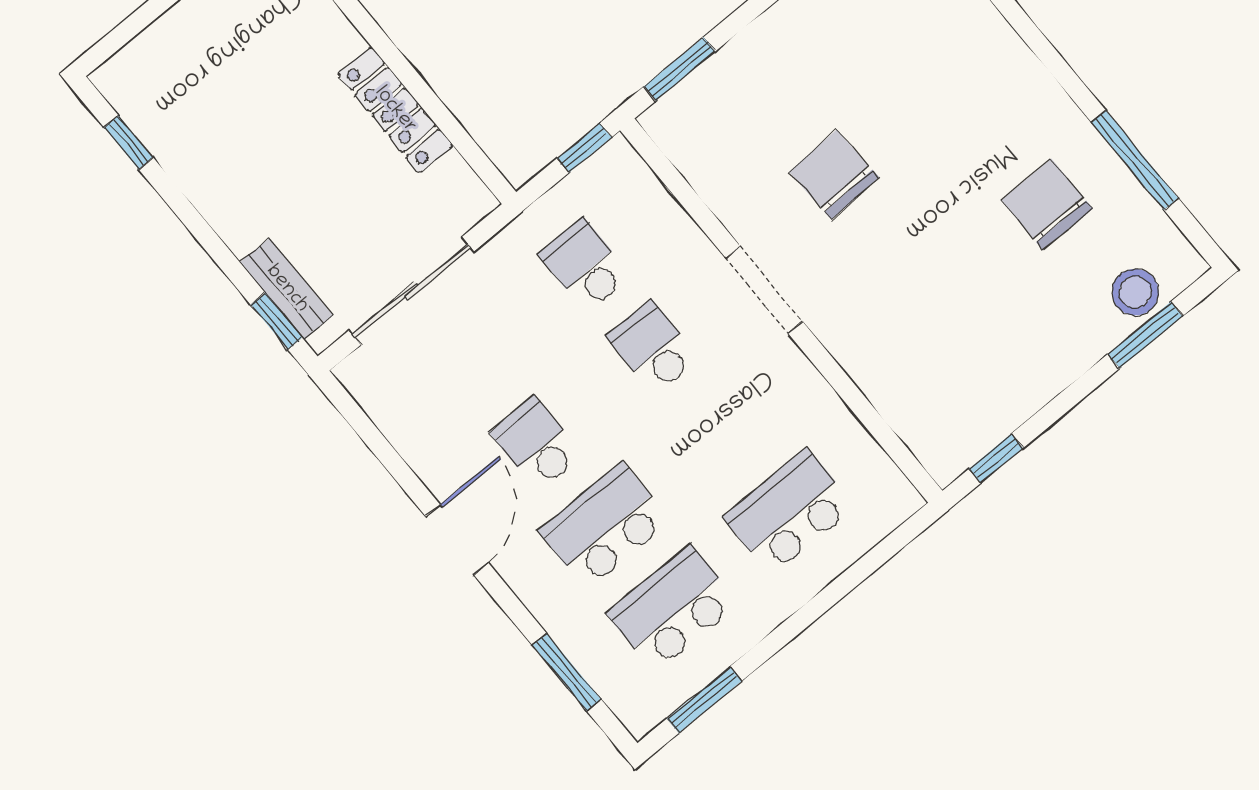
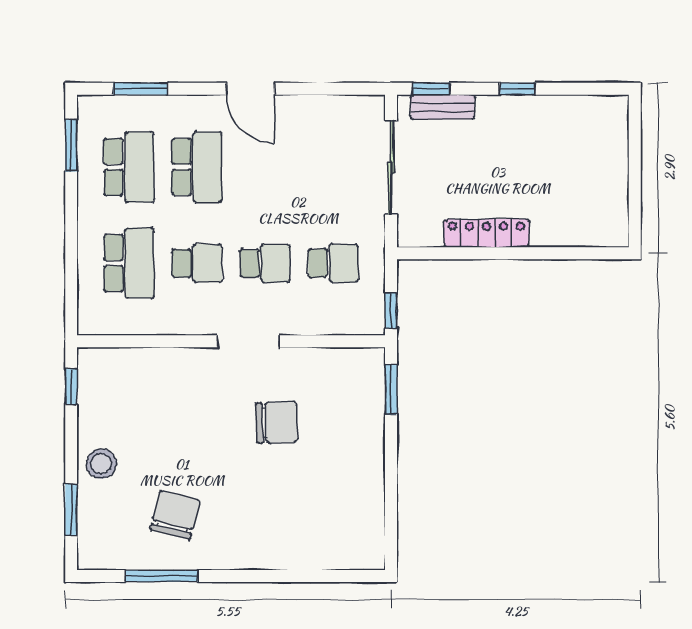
window: (129, 143) -> (518, 89), moved
chair: (1047, 204) -> (175, 515), turned -76
stool: (1135, 292) -> (101, 464), moved
school desk: (537, 444) -> (197, 263), moved

